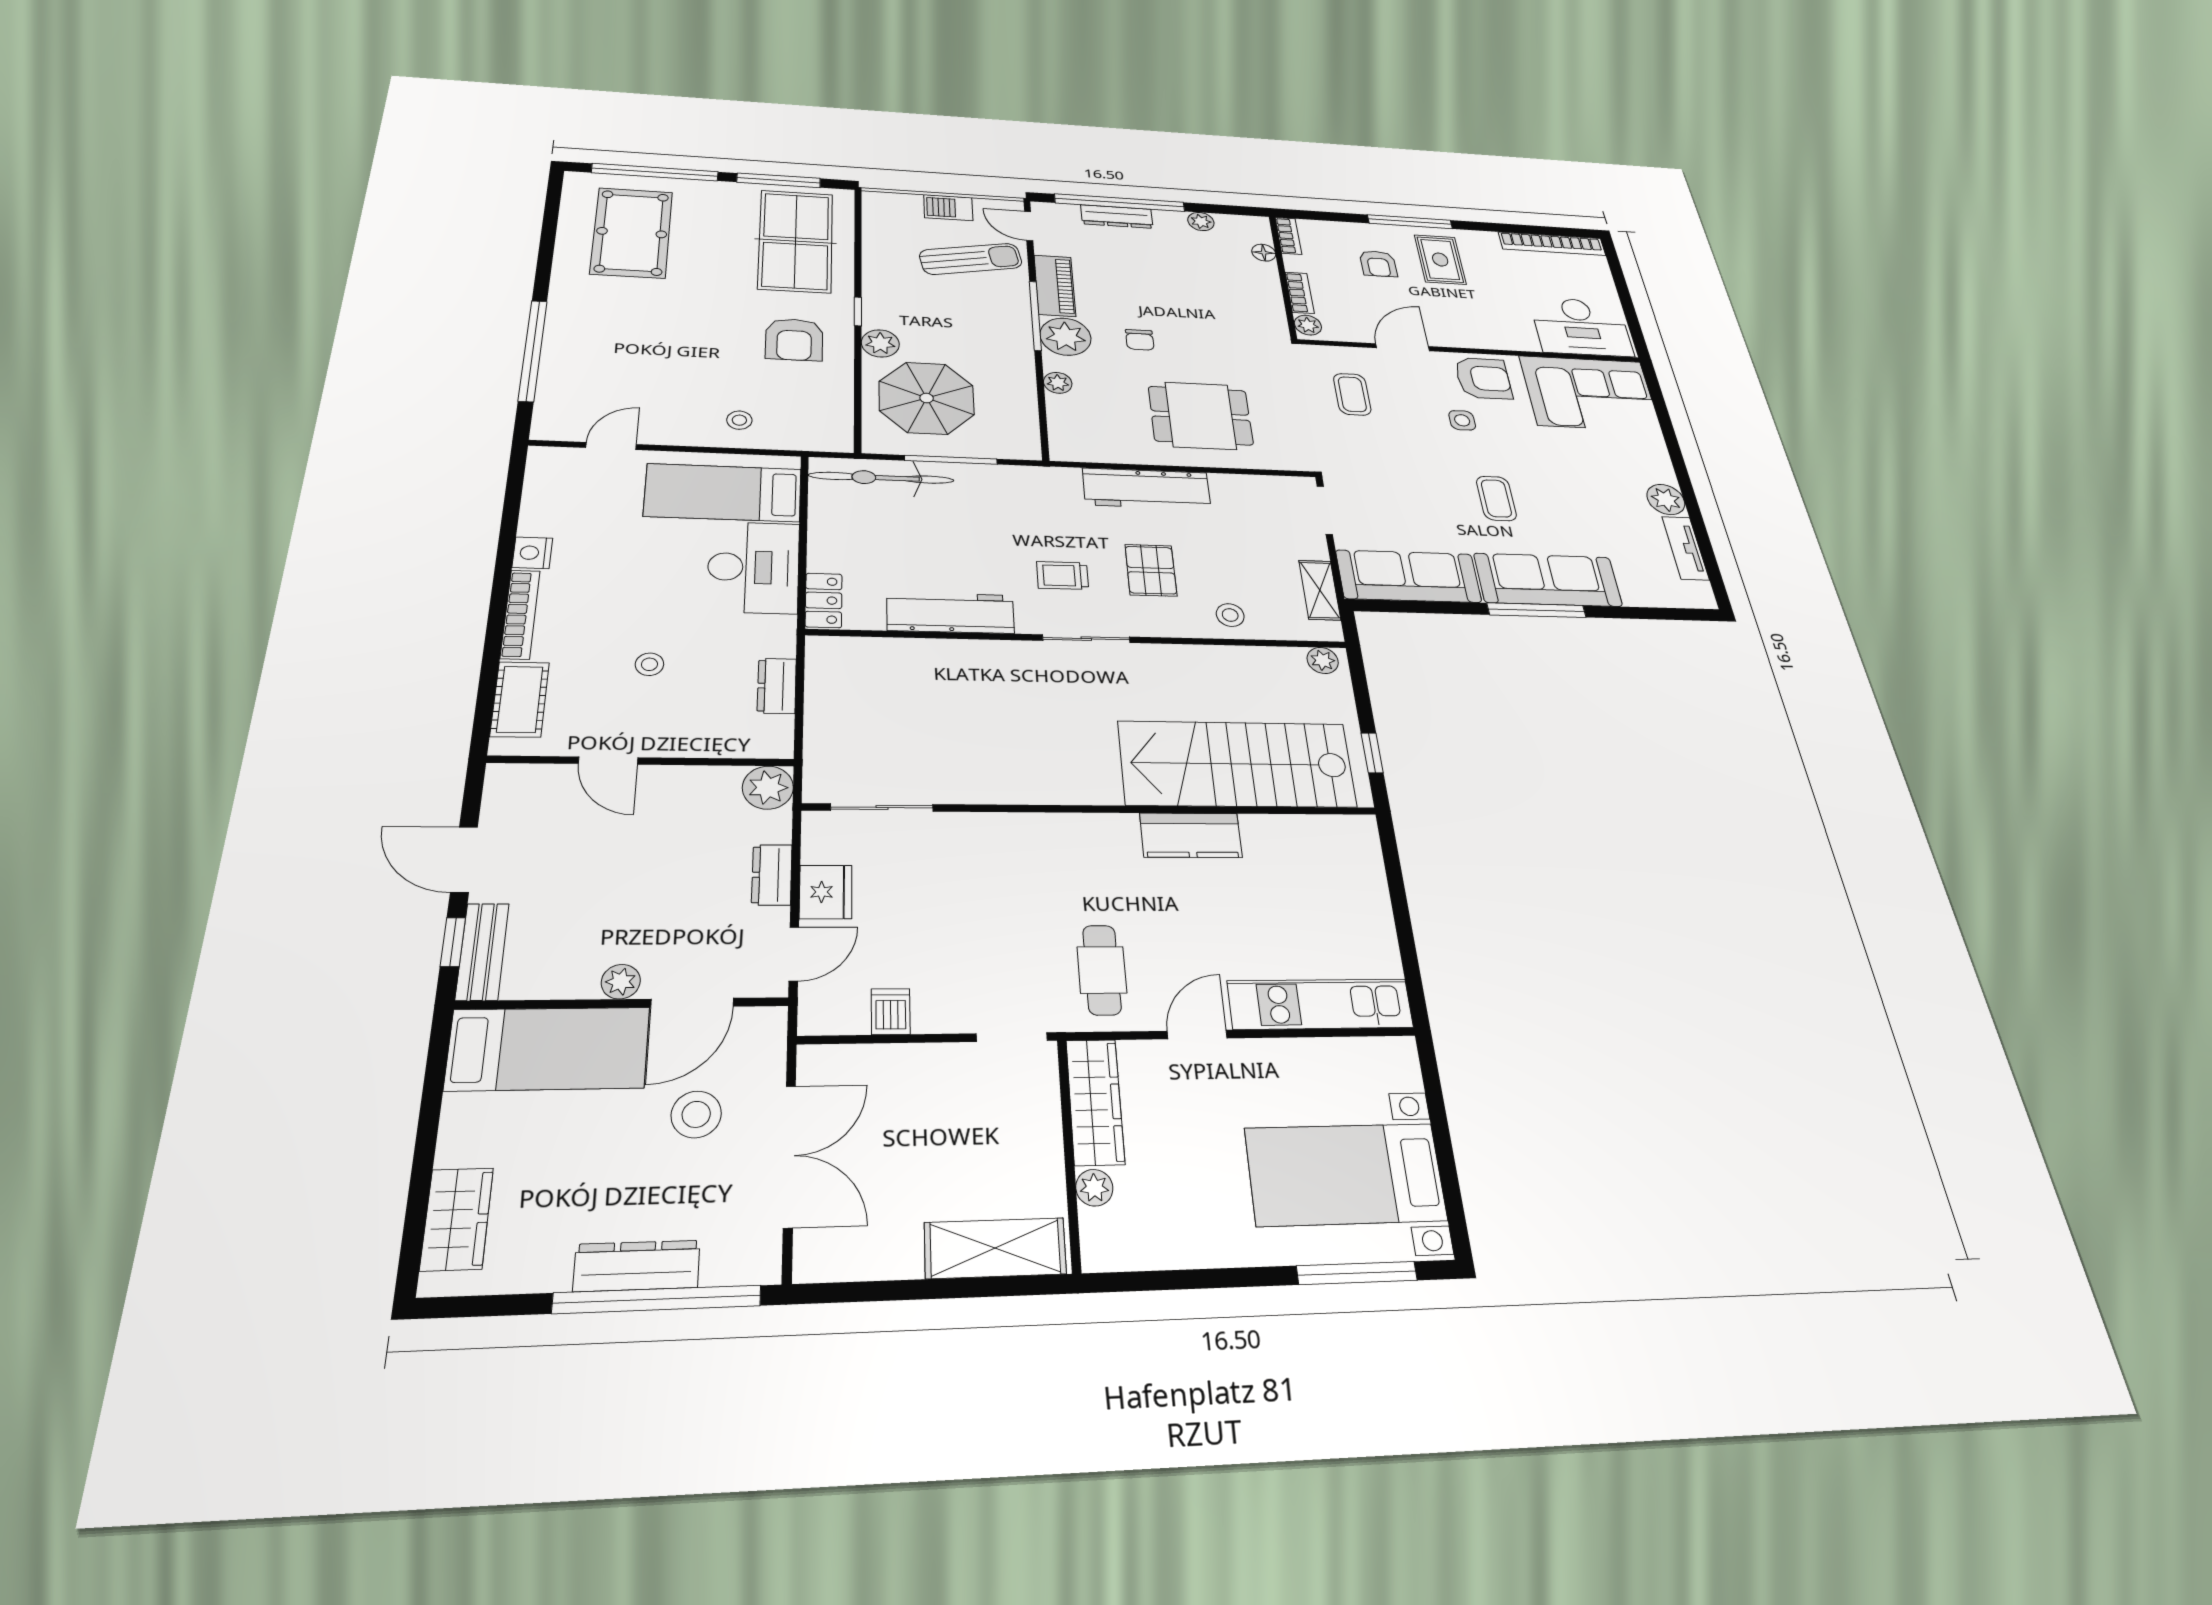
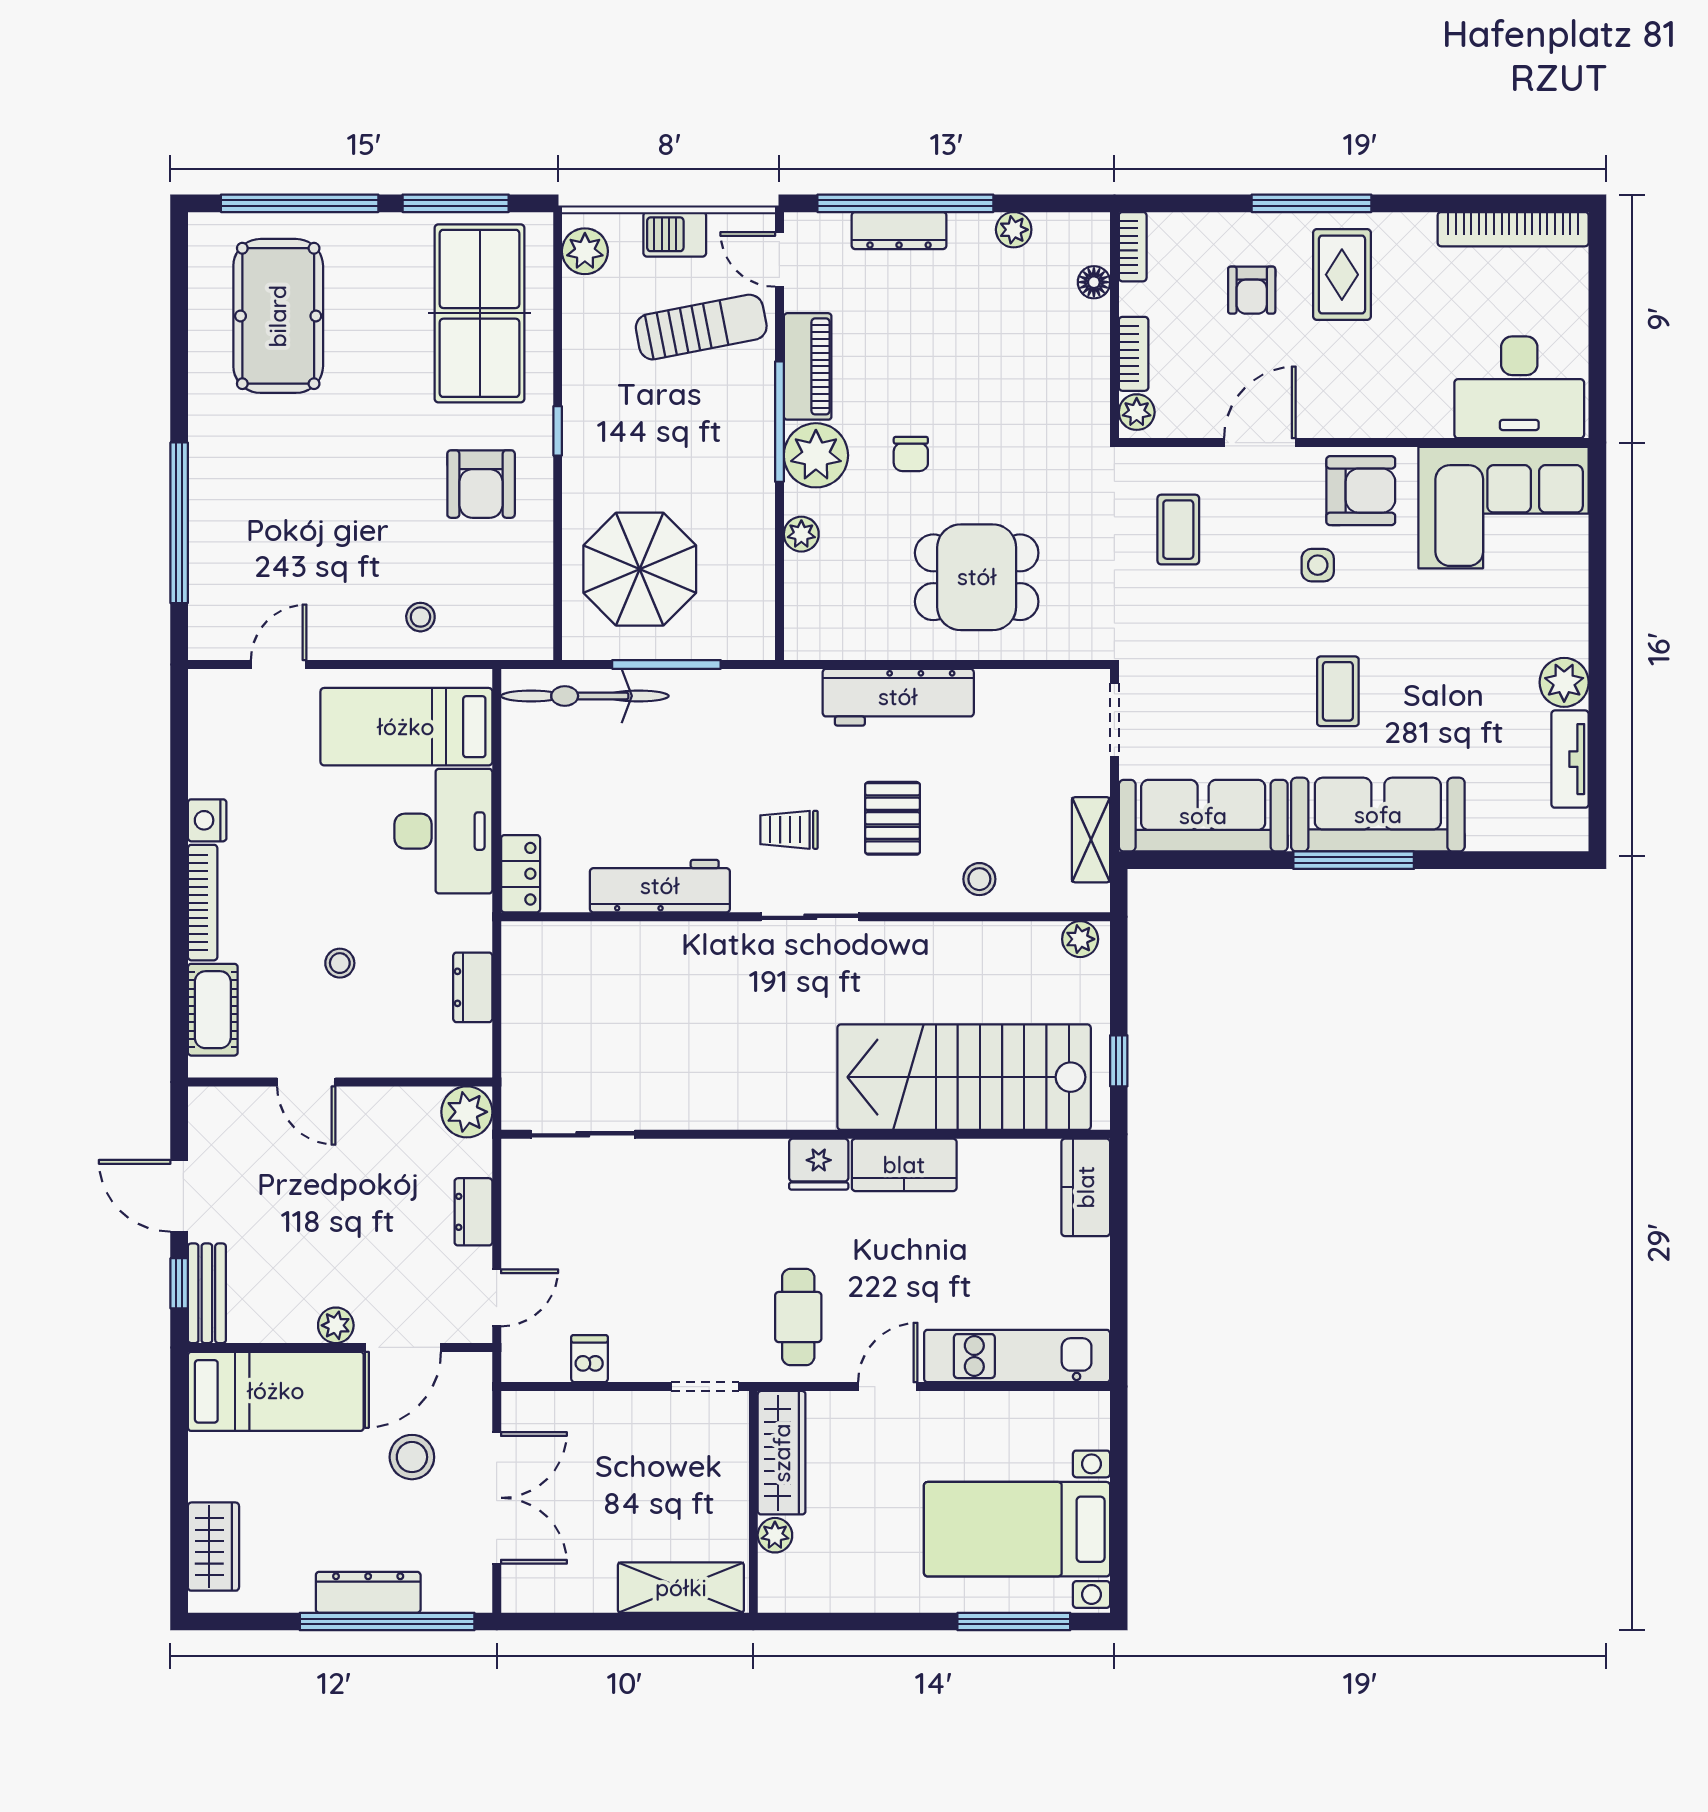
plant: (880, 343) -> (585, 251), moved
kitchen counter: (1361, 855) -> (1086, 1187), added
fridge: (826, 892) -> (819, 1164), moved, turned 90

